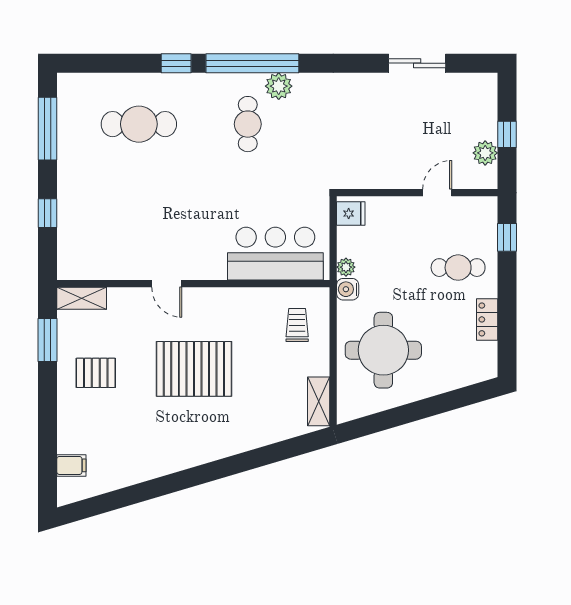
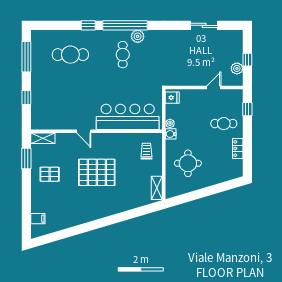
bar counter: (275, 254) -> (128, 117), width x1.36
round table: (383, 350) -> (188, 163), width x0.73, depth x0.73

